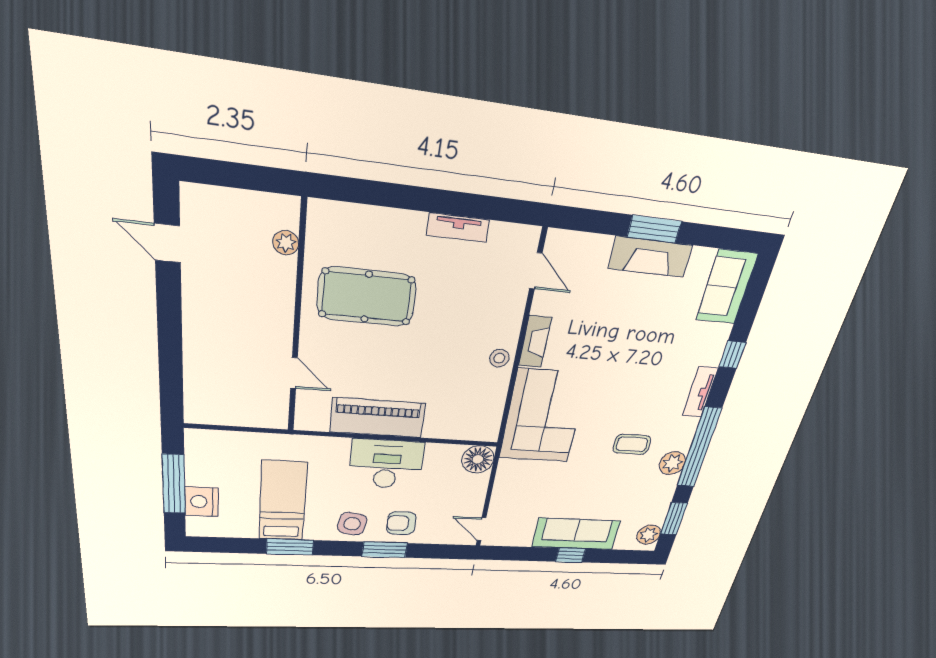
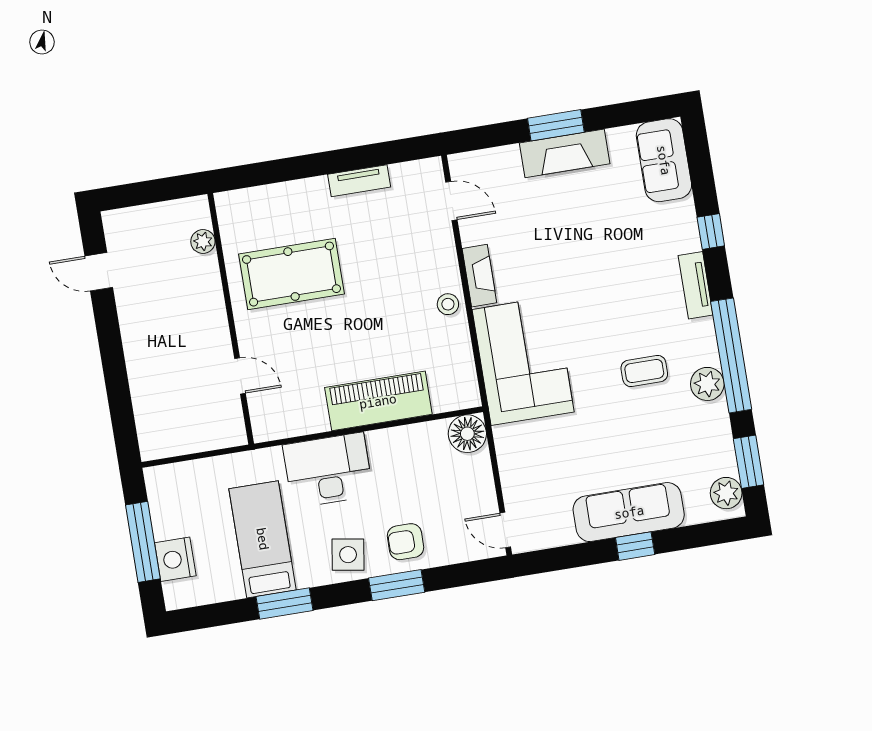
piano: (378, 418) -> (378, 401), moved
desk: (386, 464) -> (328, 470), moved

